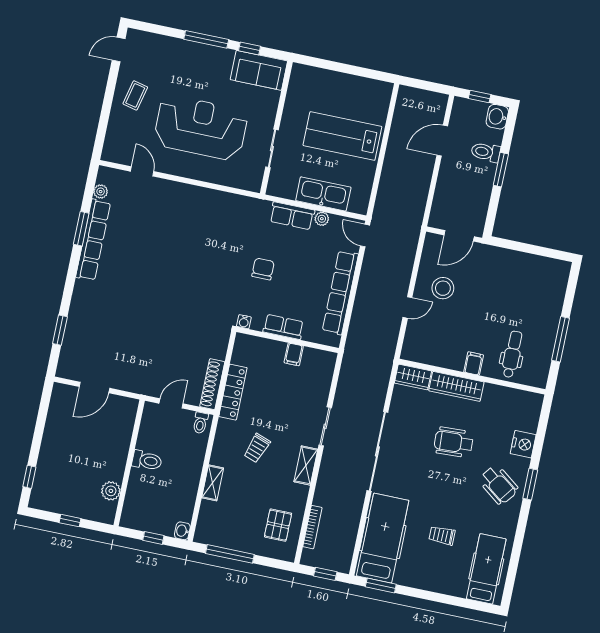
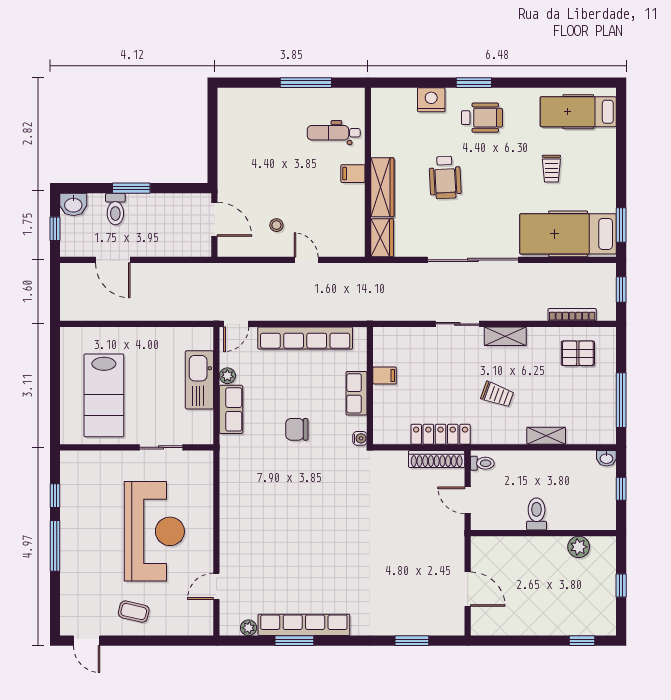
sofa: (259, 70) -> (77, 480), removed
reception desk: (201, 128) -> (154, 531), turned 180
lab bench: (342, 136) -> (104, 395), moved
stool: (443, 288) -> (276, 225), width x0.53, depth x0.53
wheelchair: (499, 485) -> (482, 118), turned 53

